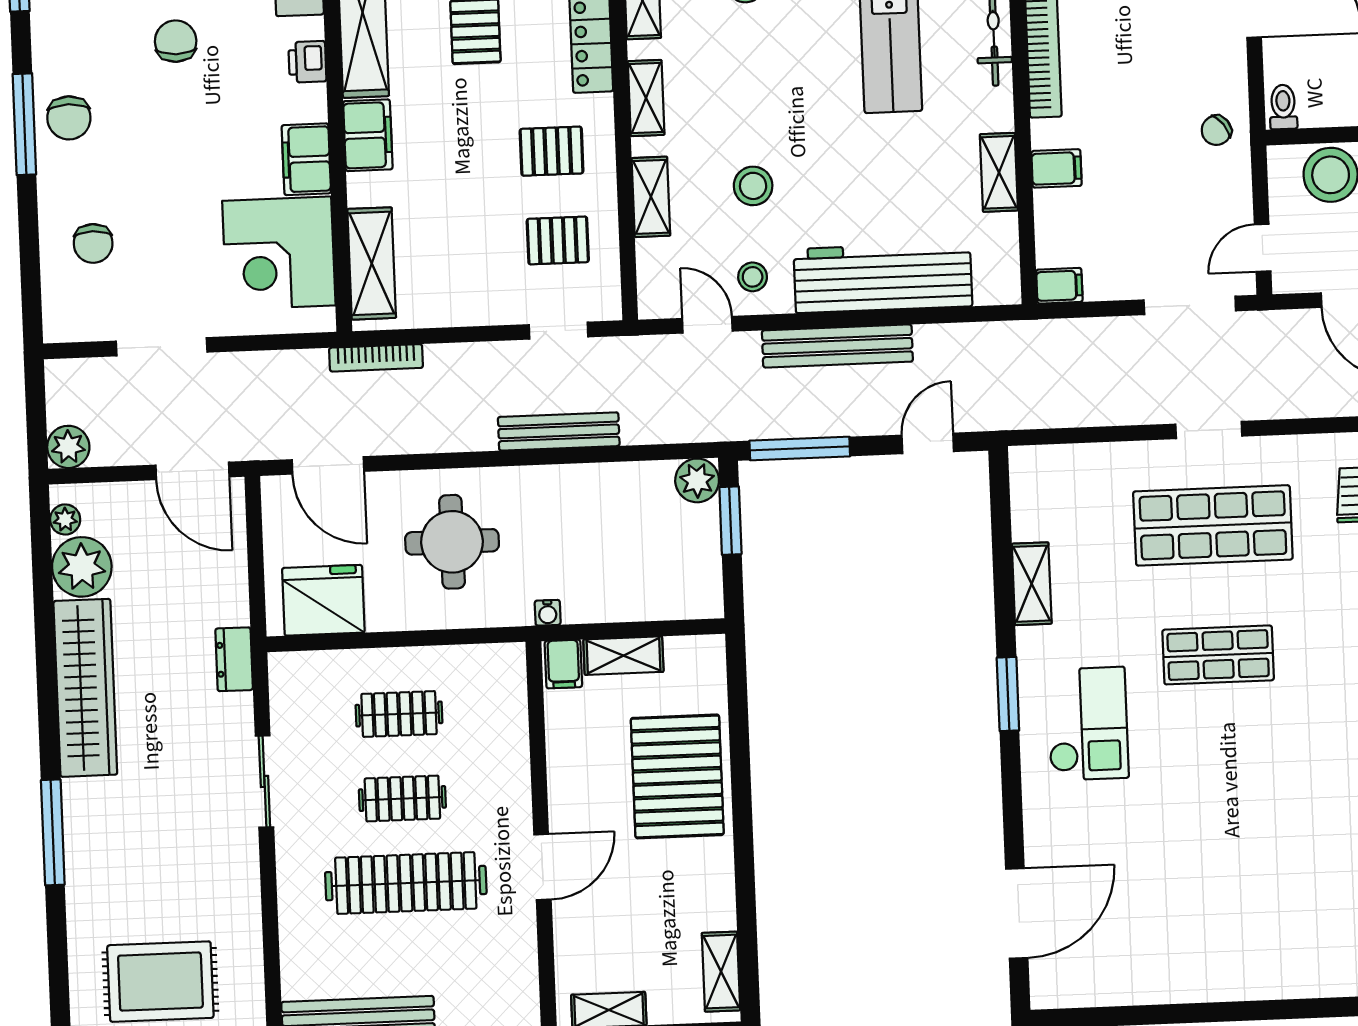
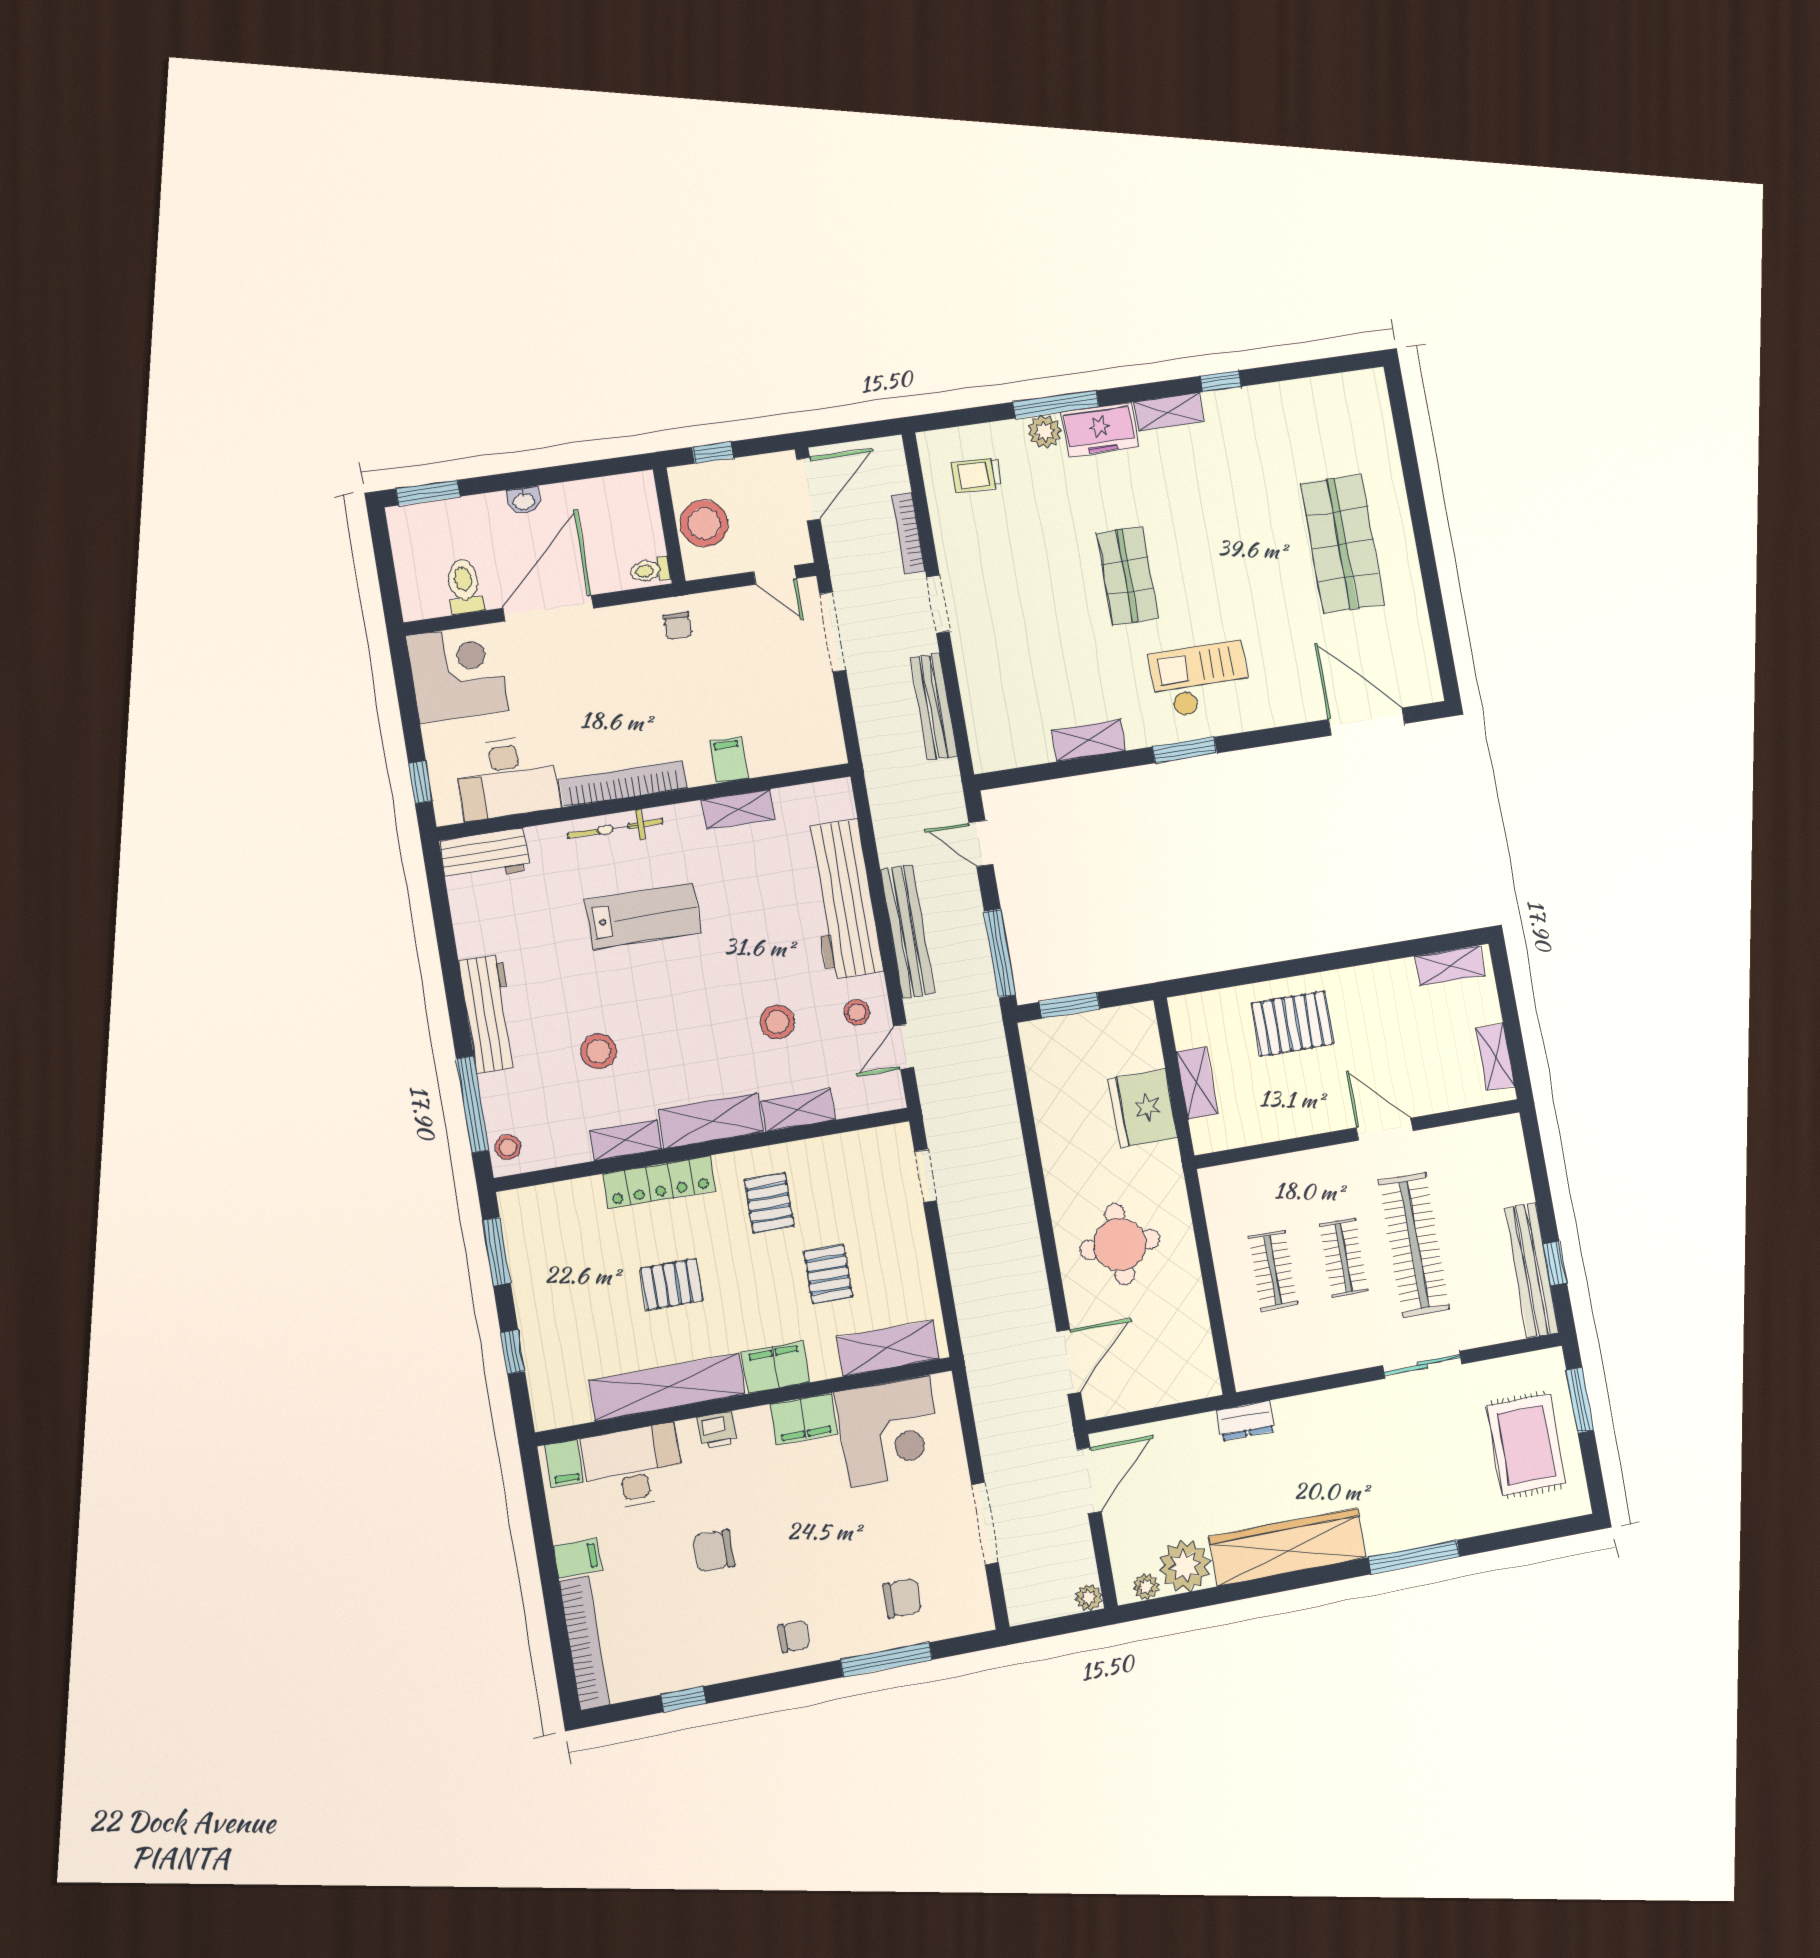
shelving: (646, 98) -> (711, 1121), width x1.50, depth x1.33
chair: (69, 118) -> (794, 1636), width x0.73, depth x0.73
window: (24, 124) -> (886, 1660), moved
chair: (1216, 130) -> (678, 626), turned 37
pallet: (558, 240) -> (828, 1274), moved
filing cabinet: (1059, 286) -> (830, 746), removed
bookcase: (376, 358) -> (908, 533), moved, turned 180
bench: (559, 431) -> (934, 707), moved
plant: (68, 447) -> (1089, 1597), width x0.73, depth x0.73
plant: (697, 480) -> (1039, 1039), removed
shop shelf: (1213, 525) -> (1342, 544), moved
fridge: (323, 600) -> (1143, 1108), moved
water cooler: (548, 613) -> (1169, 1153), removed
filing cabinet: (563, 664) -> (1211, 1134), removed
pallet: (677, 776) -> (1293, 1024), width x0.73, depth x0.71
sliding door: (264, 781) -> (1422, 1365), moved

